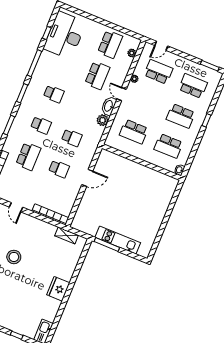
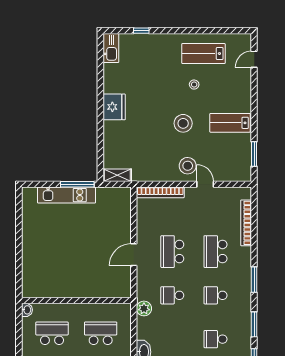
plant: (103, 120) -> (144, 308), moved
school desk: (59, 169) -> (172, 252), width x1.85
stool: (23, 225) -> (188, 166), added
shelving: (67, 235) -> (117, 175), moved

